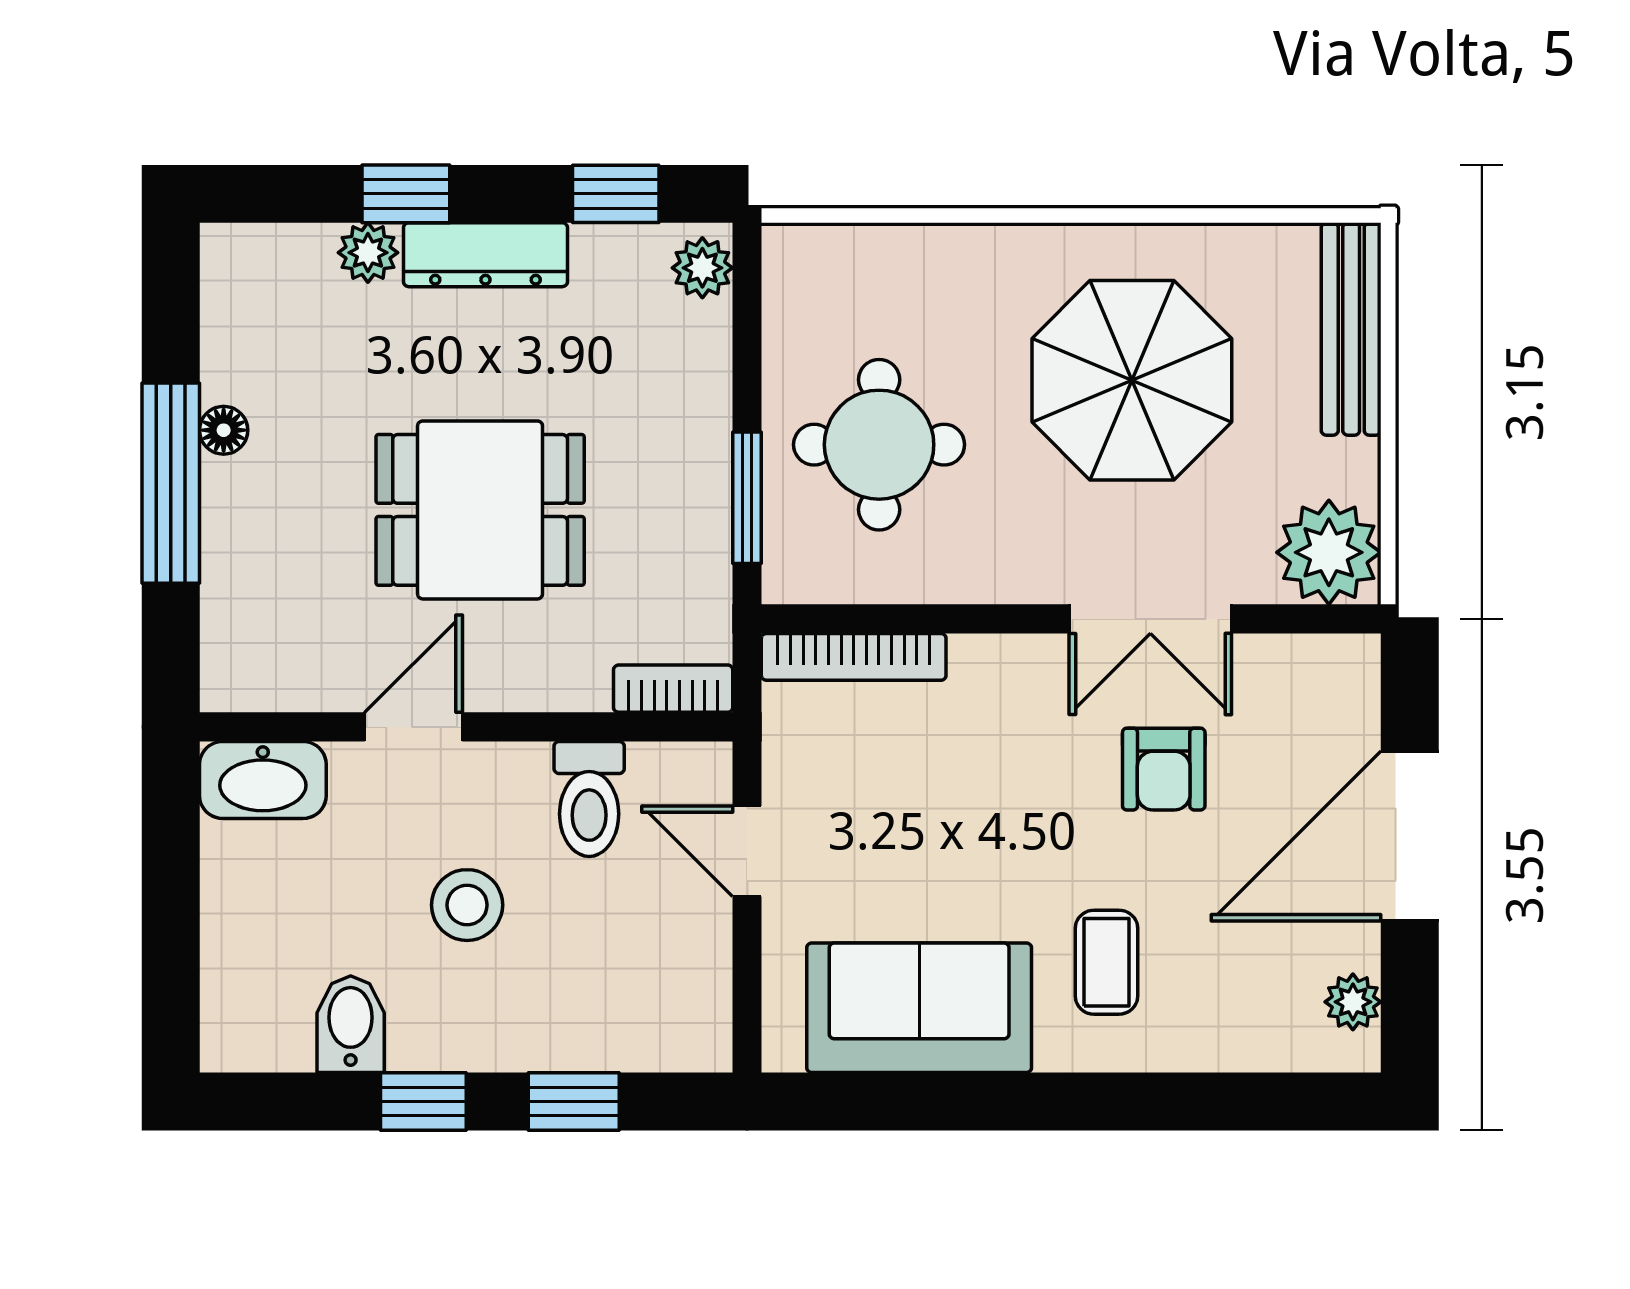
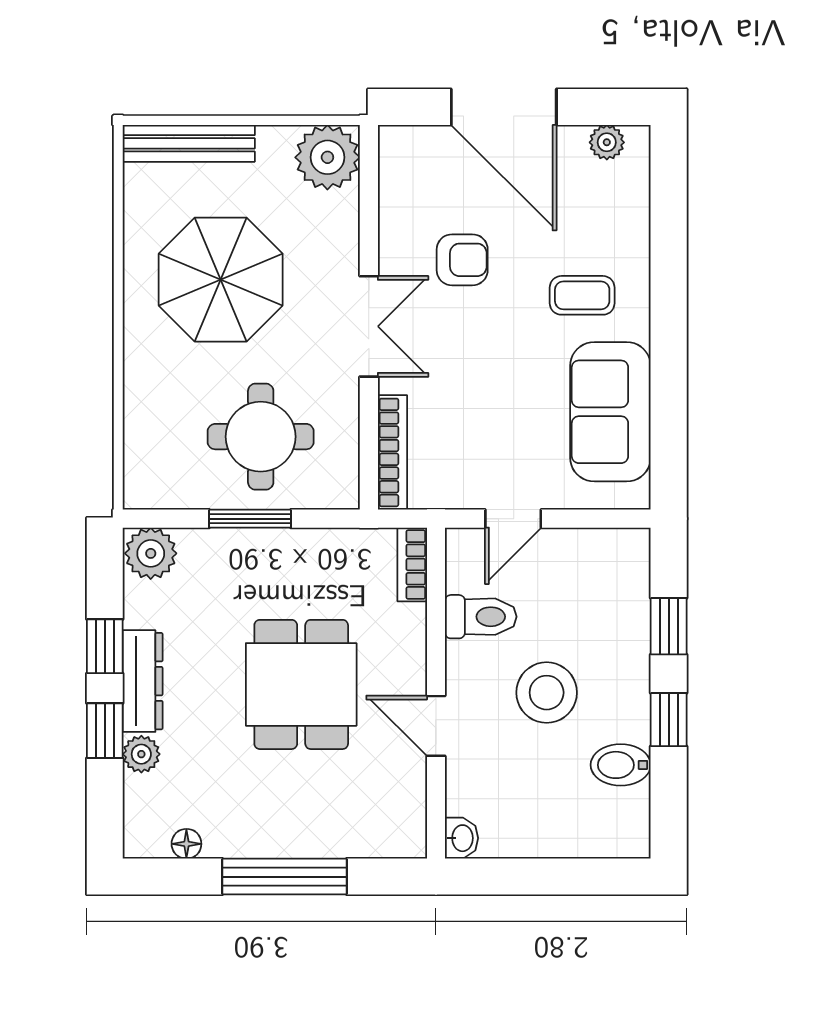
window: (616, 194) -> (105, 646), moved
plant: (702, 268) -> (151, 553), width x1.38, depth x1.38
floor lamp: (224, 430) -> (186, 844), moved
window: (747, 498) -> (250, 519), moved
double door: (1150, 619) -> (369, 326), moved
washbasin: (263, 780) -> (461, 838), width x0.52, depth x0.69
stool: (467, 905) -> (547, 693), width x1.38, depth x1.38

